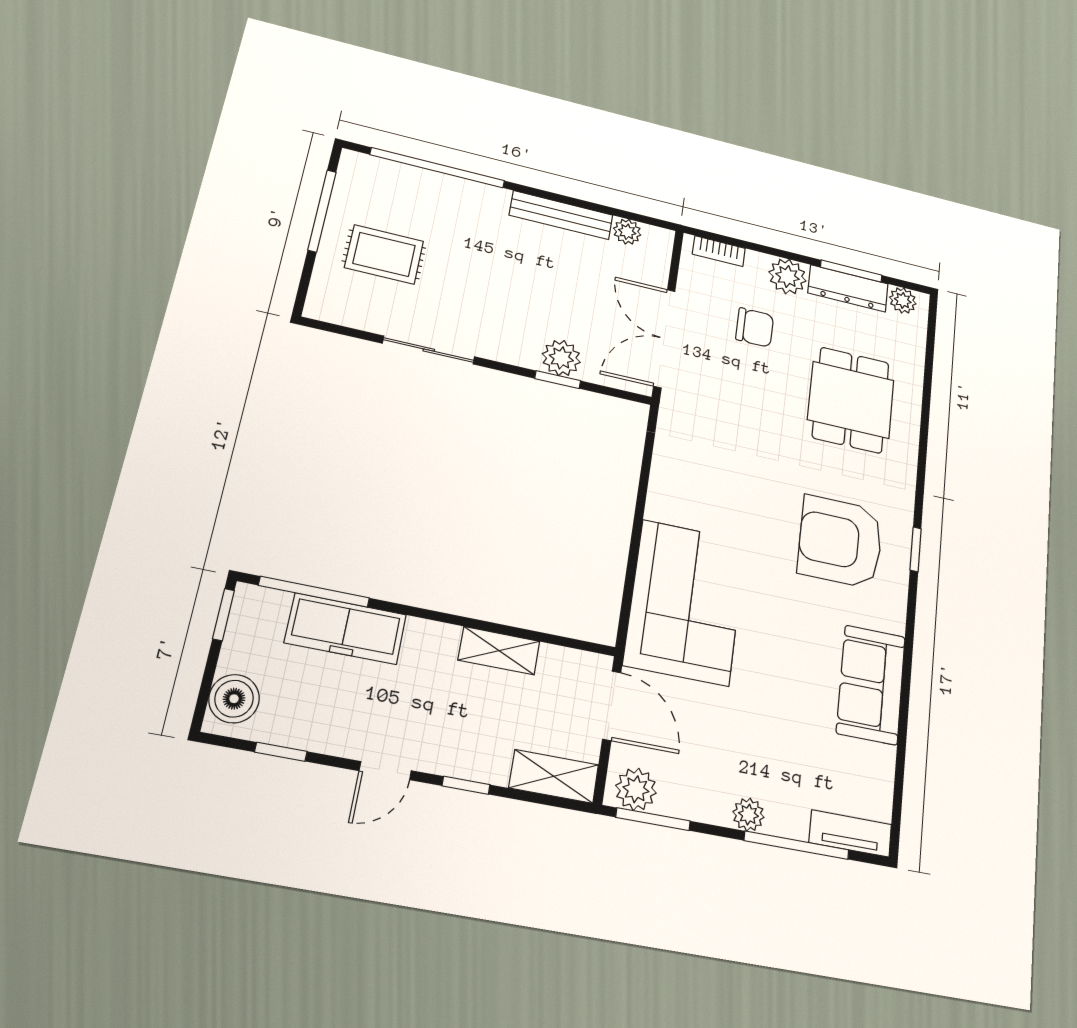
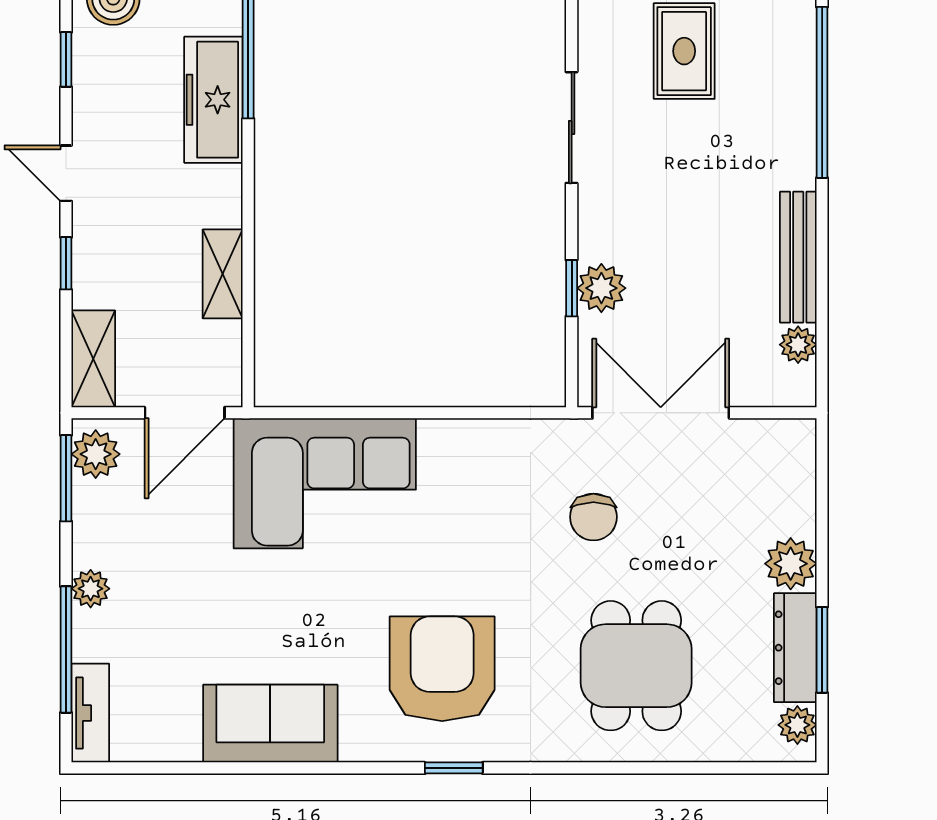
bookcase: (719, 251) -> (803, 468), removed
chair: (755, 327) -> (593, 517), moved
dining table: (851, 400) -> (636, 666), turned 90

